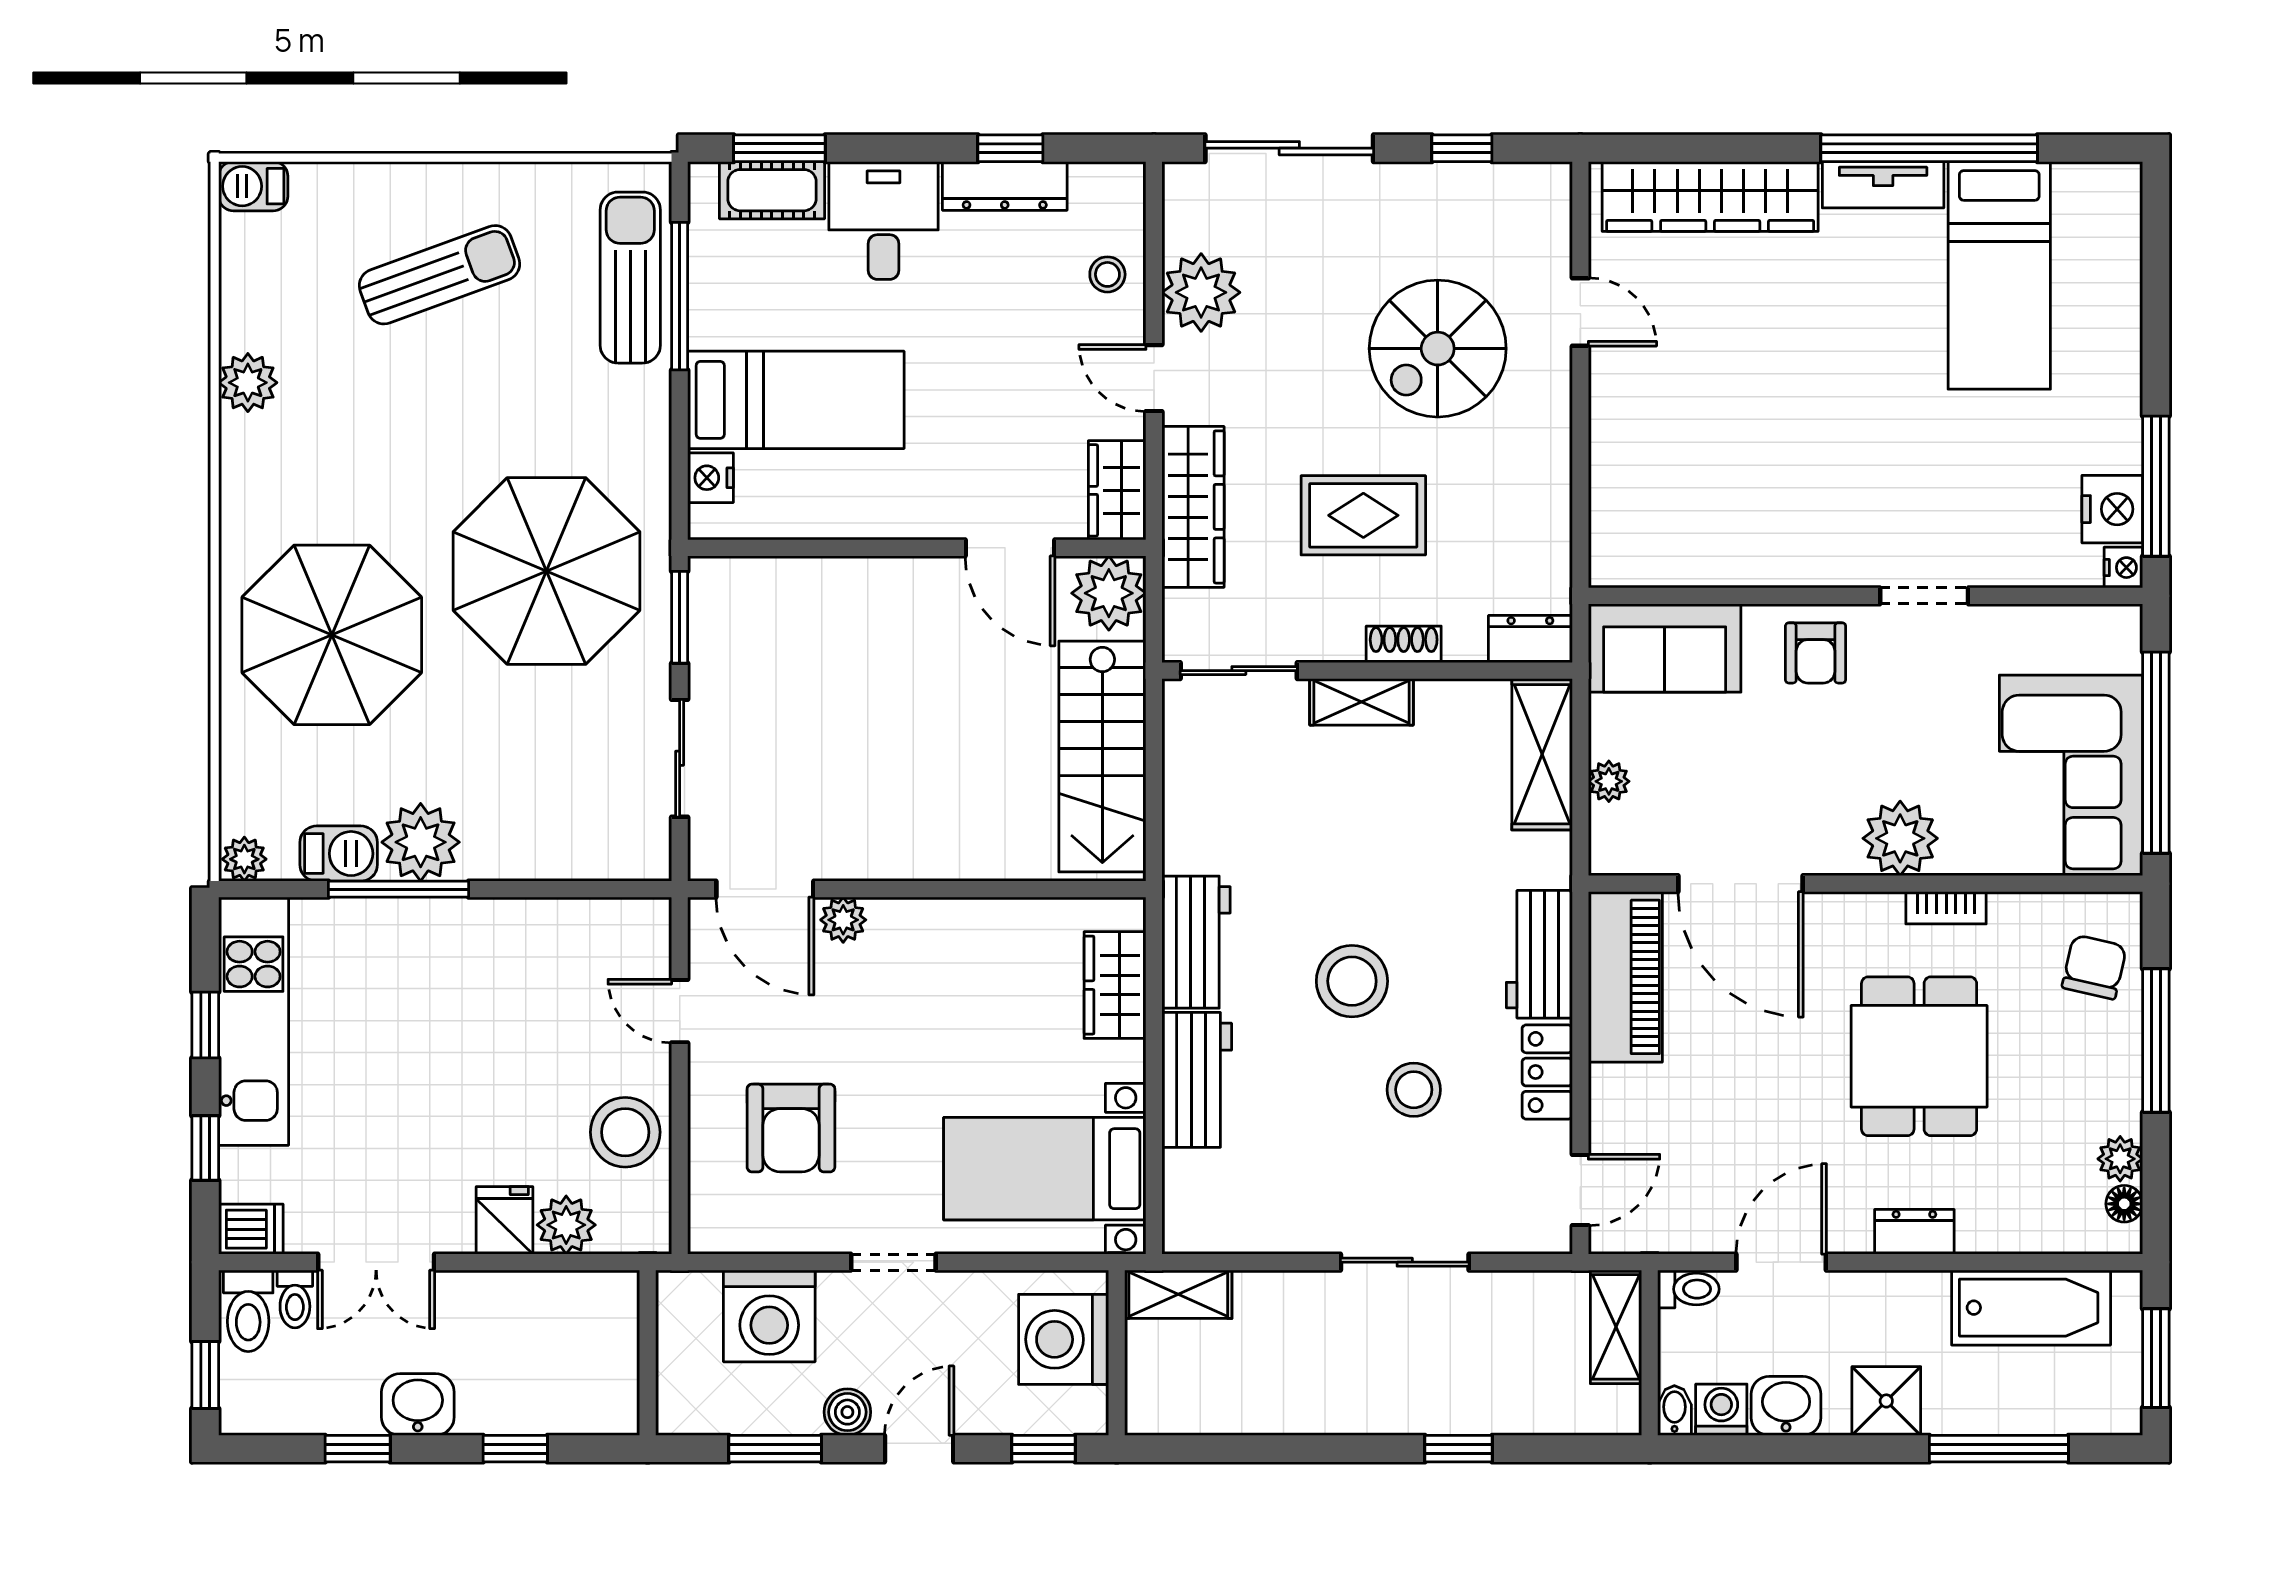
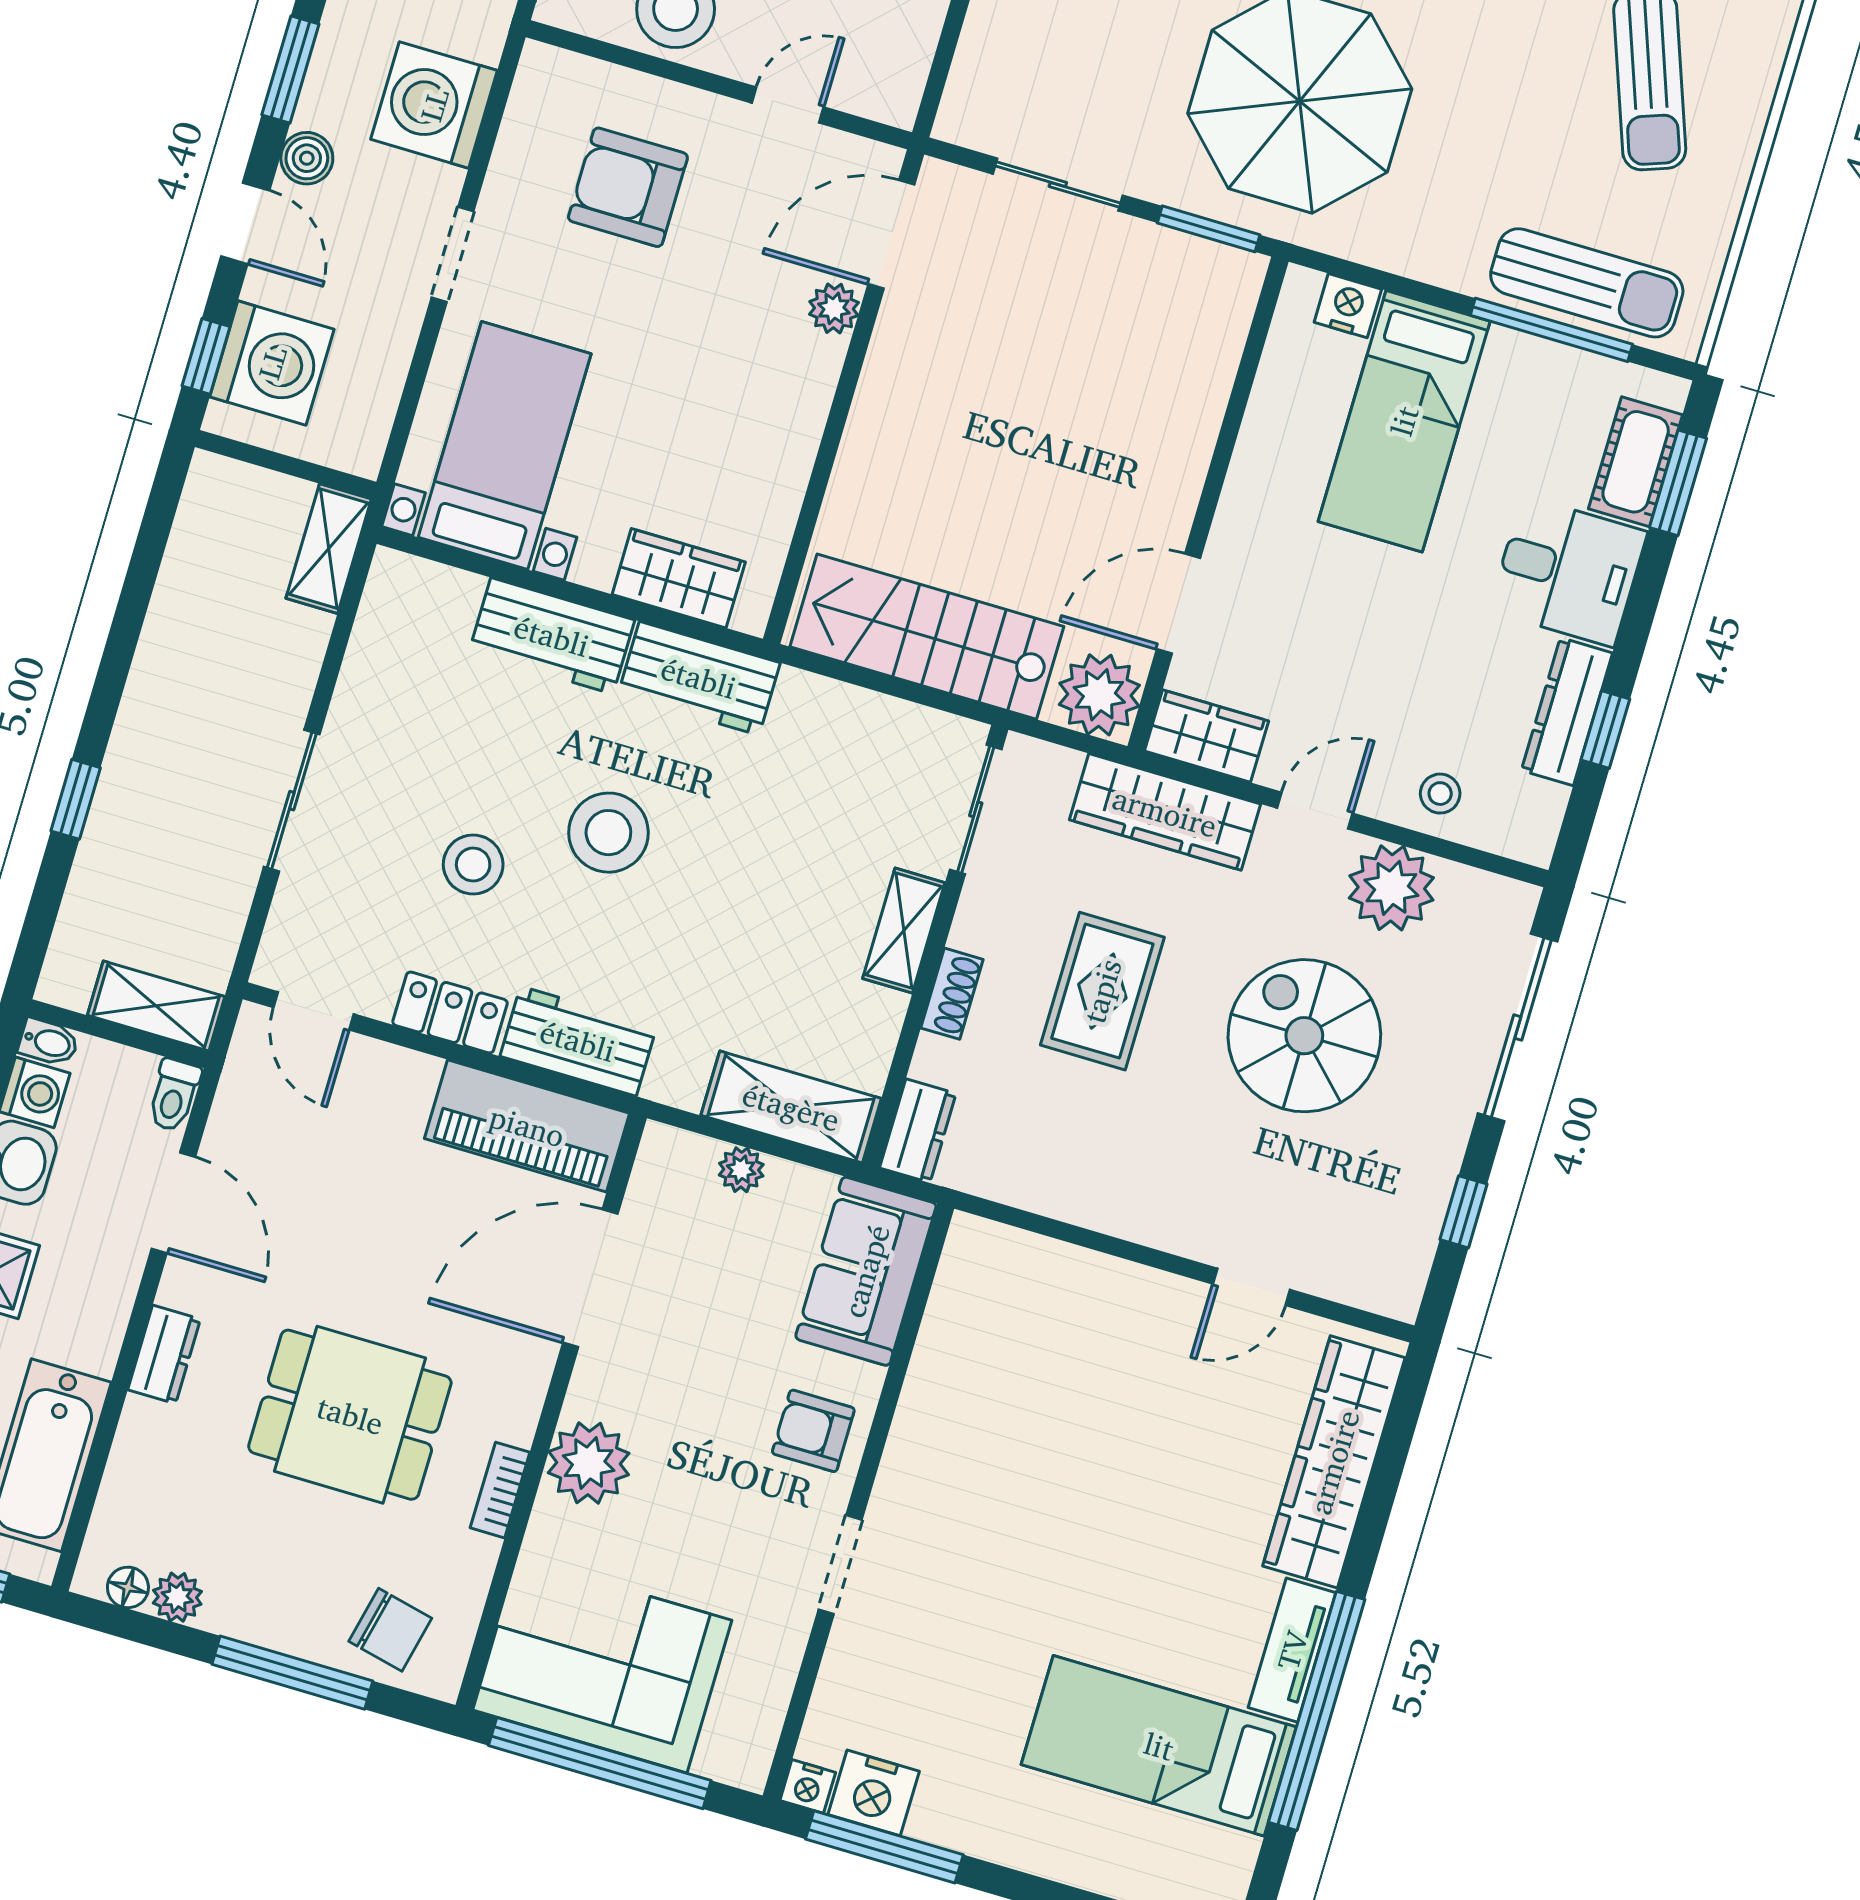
spiral stairs: (1438, 349) -> (1304, 1036), moved
washing machine: (1064, 1339) -> (272, 363), moved, turned 90

